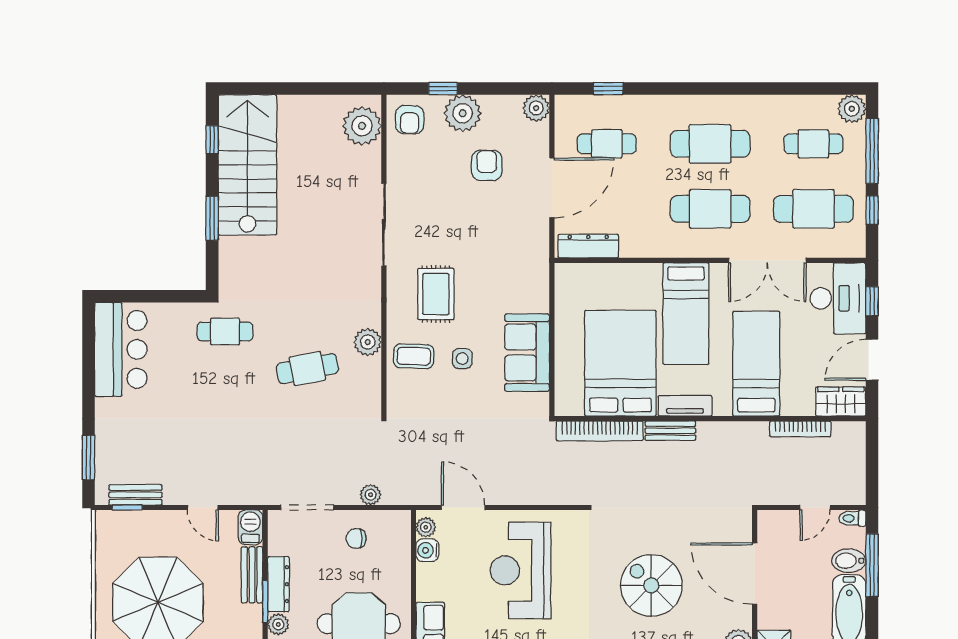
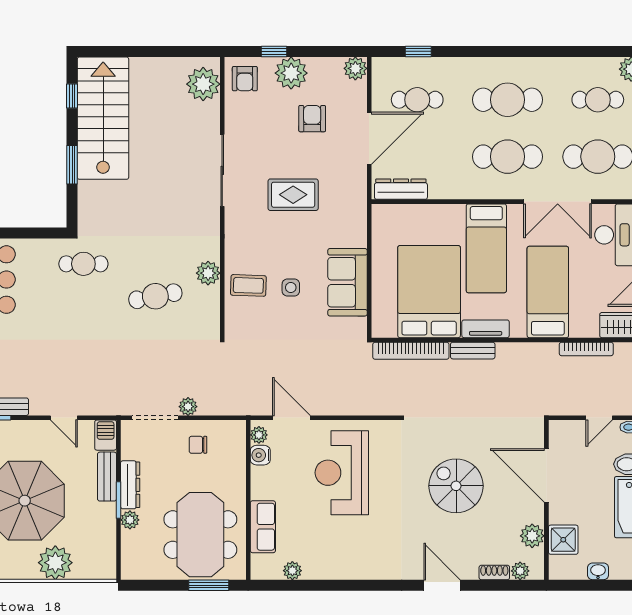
rug: (436, 294) -> (293, 195), moved, turned 90
plant: (371, 495) -> (188, 407), moved

